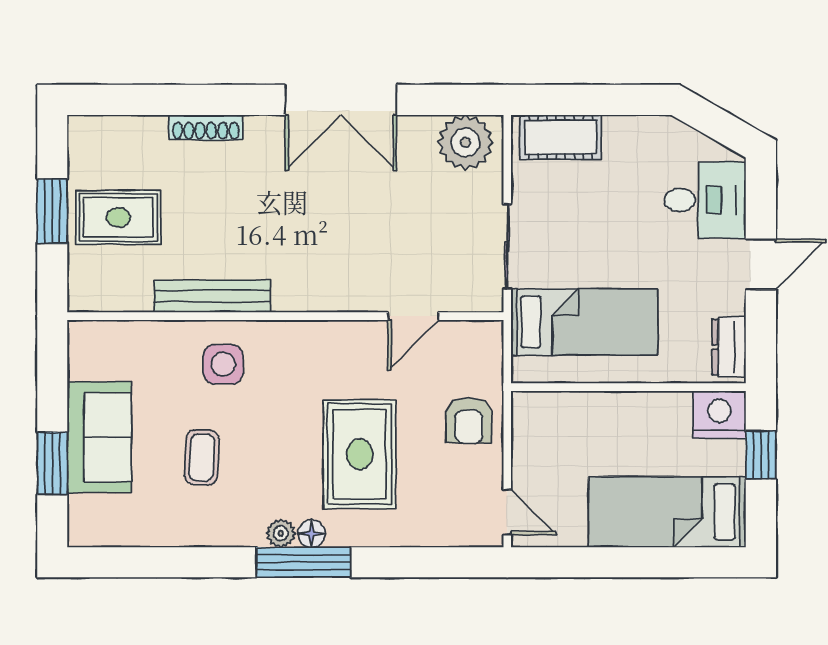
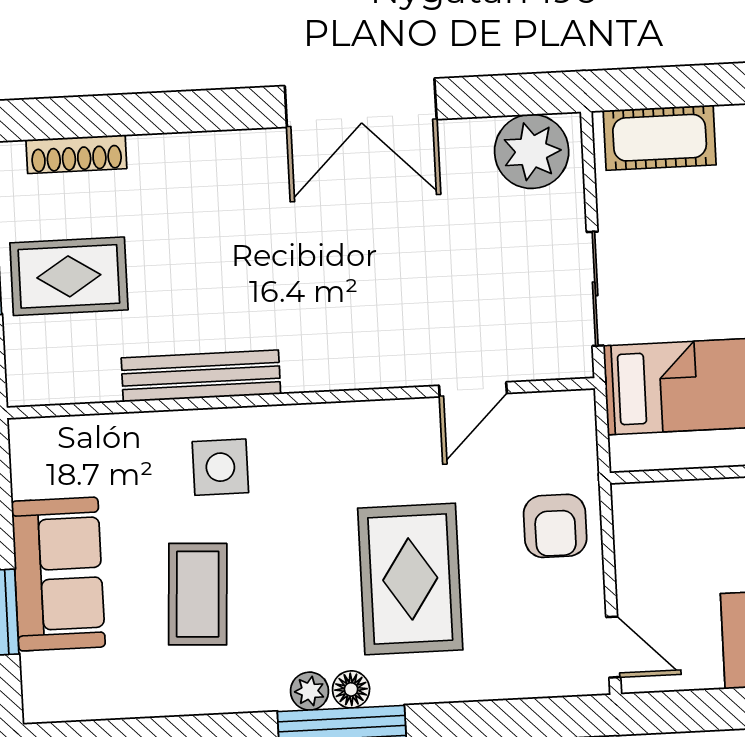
shoe rack: (206, 127) -> (76, 154), moved
coffee table: (202, 457) -> (198, 594), width x1.36, depth x1.30

